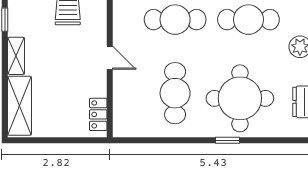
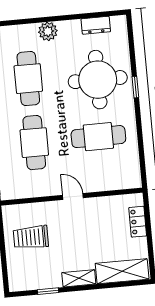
door: (110, 58) -> (73, 196), hinge flipped
locker: (98, 114) -> (138, 222), moved, turned 90

